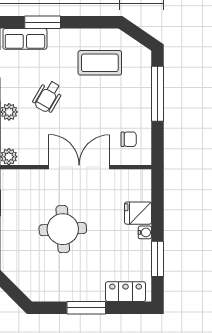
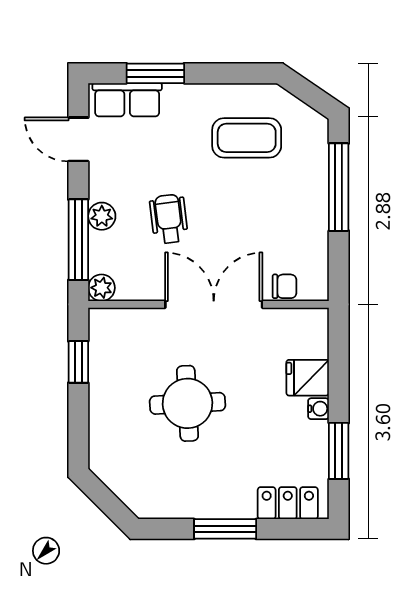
wheelchair: (48, 96) -> (169, 219), moved, turned 143
chair: (129, 139) -> (285, 286), moved

